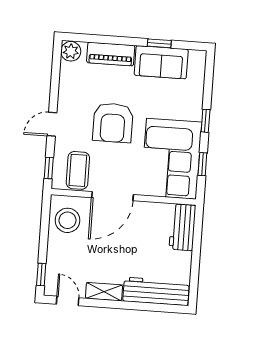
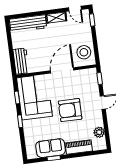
plant: (71, 51) -> (99, 132), moved
armchair: (113, 123) -> (70, 110), turned -90
coffee table: (78, 170) -> (84, 80), removed

